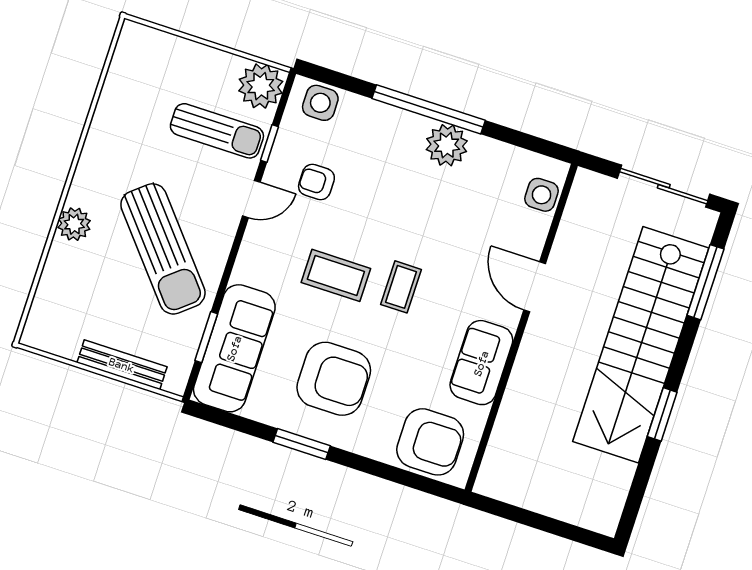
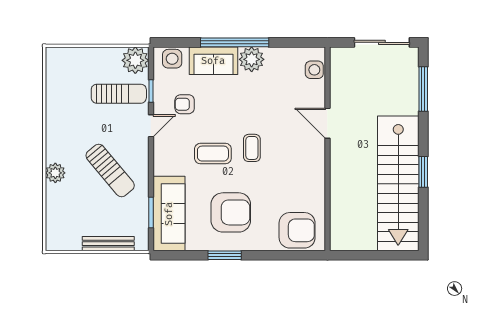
sun lounger: (163, 249) -> (110, 170), width x0.73, depth x0.75
stairs: (641, 345) -> (398, 183), moved
sofa: (481, 363) -> (213, 61), moved, turned -90

